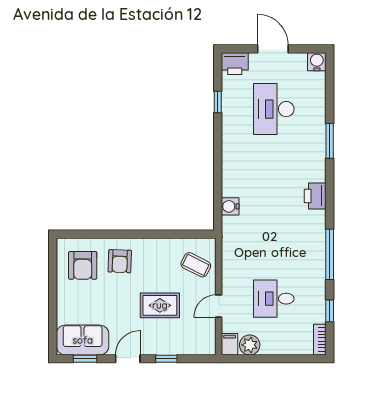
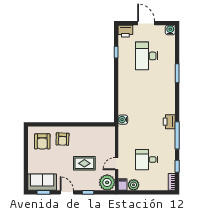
printer: (315, 196) -> (169, 122), moved
water cooler: (230, 206) -> (123, 120), moved
coffee table: (196, 265) -> (104, 141), removed
plant: (201, 341) -> (107, 182), added
door: (128, 359) -> (67, 192), hinge flipped

